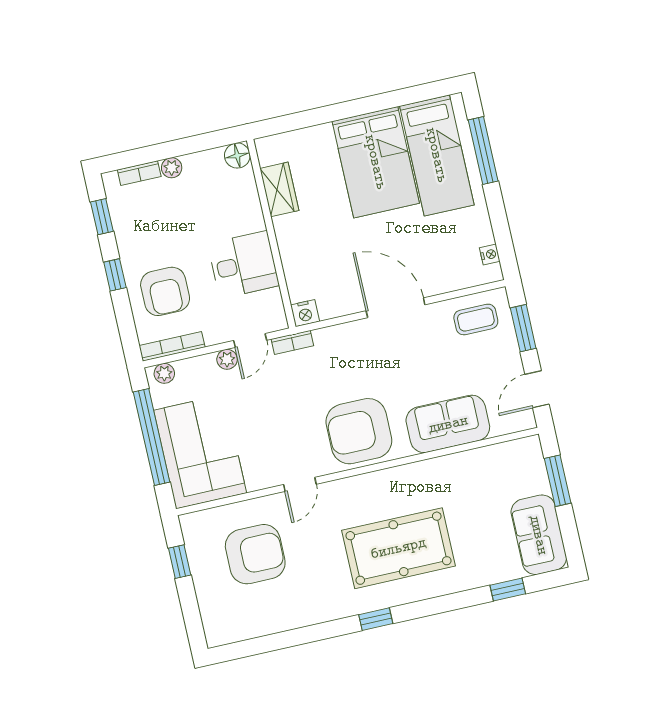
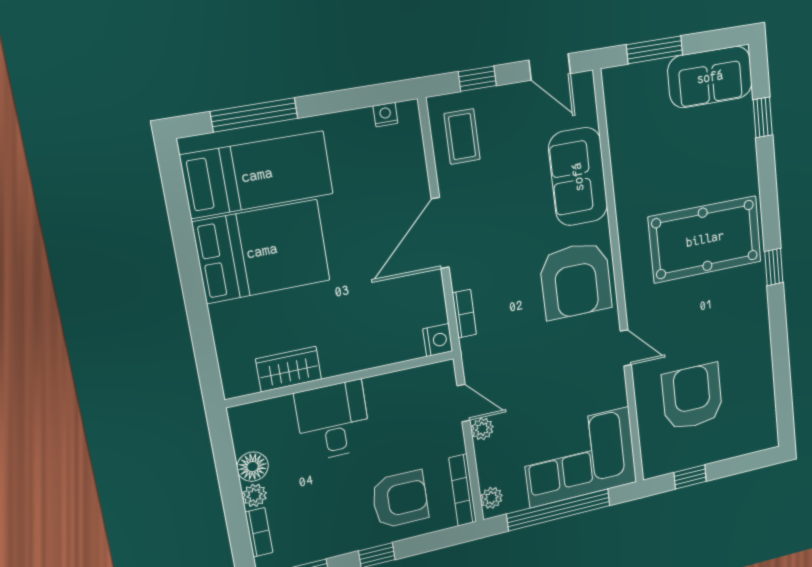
floor lamp: (237, 156) -> (253, 467), moved
desk: (243, 265) -> (333, 421), moved
window: (523, 328) -> (477, 79), width x0.67
bookcase: (292, 342) -> (464, 314), moved
pool table: (398, 548) -> (705, 239), turned 90

